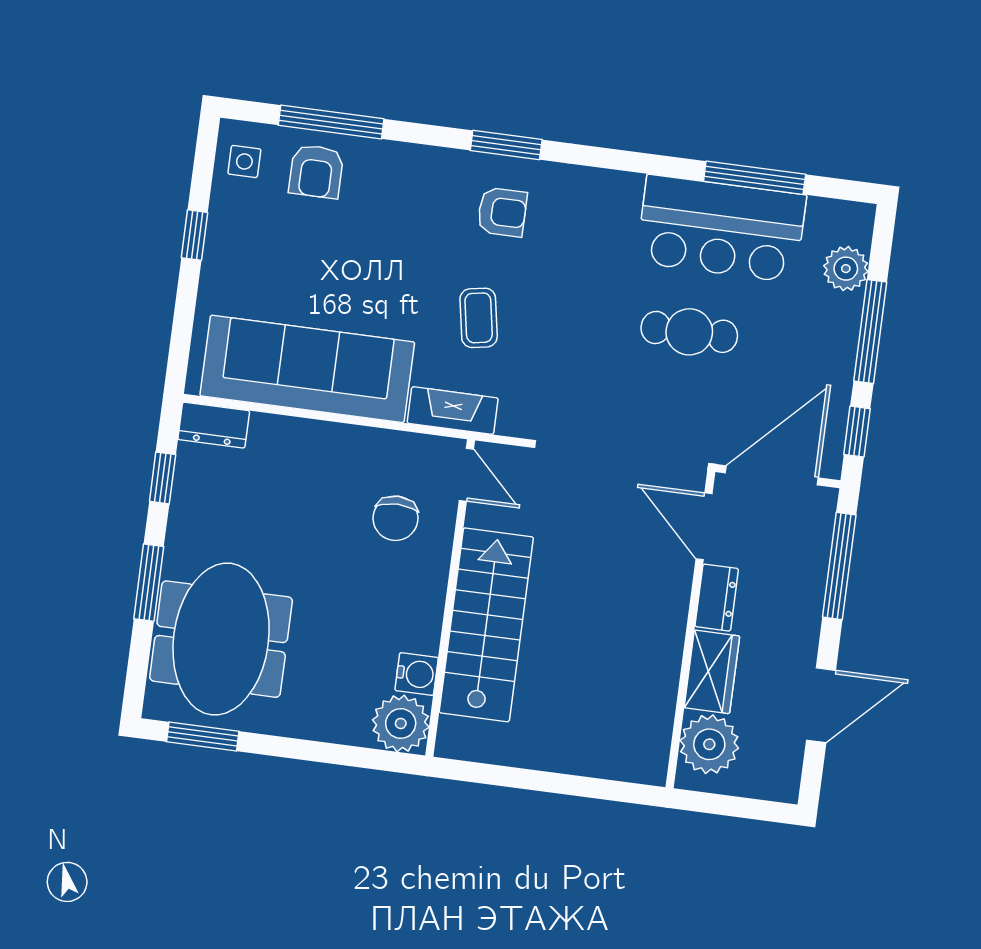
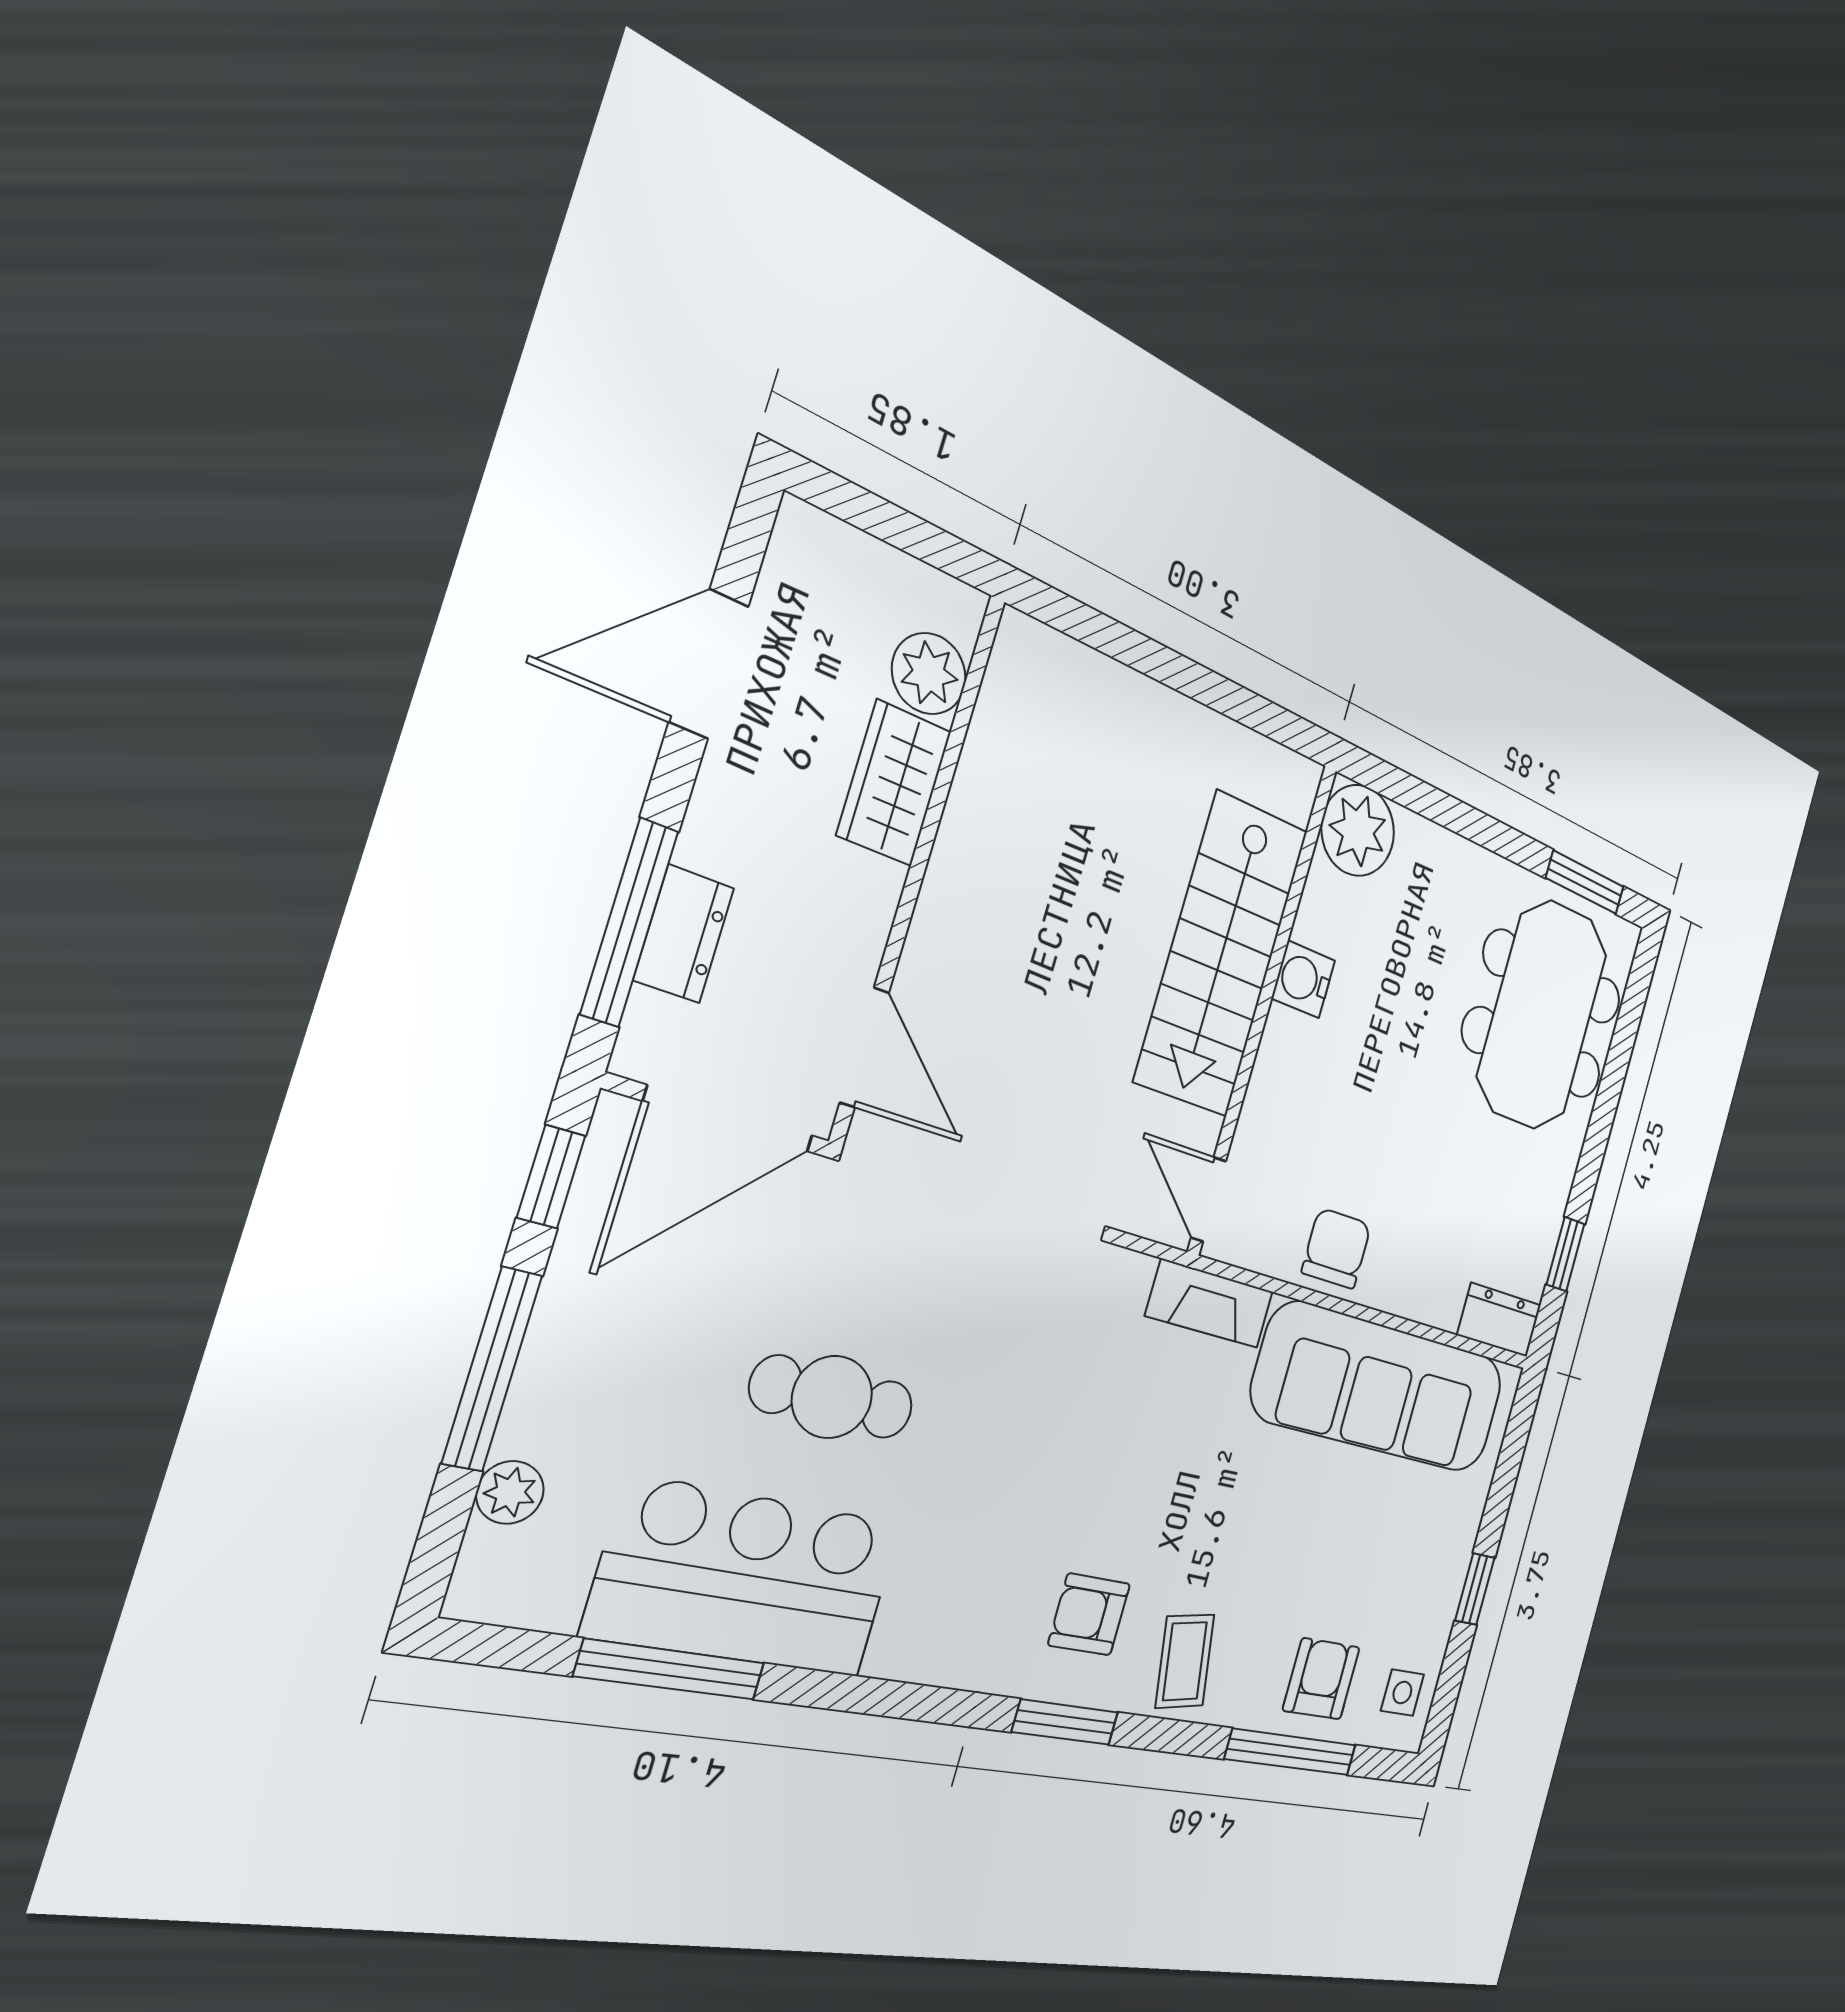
plant: (846, 269) -> (510, 1492), width x0.73, depth x0.73
coffee table: (479, 318) -> (1185, 1661), moved
chair: (396, 518) -> (1336, 1248), moved
window: (149, 583) -> (1604, 1112), removed
dresser: (717, 598) -> (684, 934), moved, turned 180
water cooler: (417, 674) -> (1303, 979), moved
plant: (709, 744) -> (929, 674), width x0.73, depth x0.73

